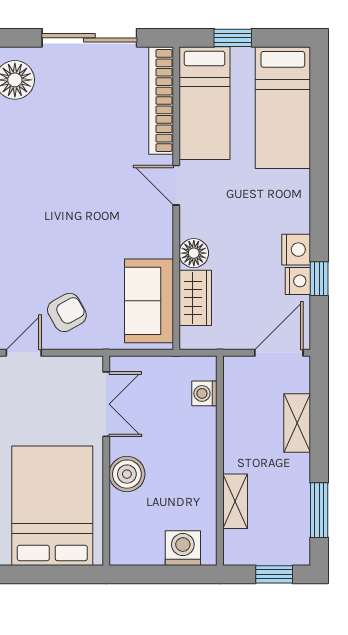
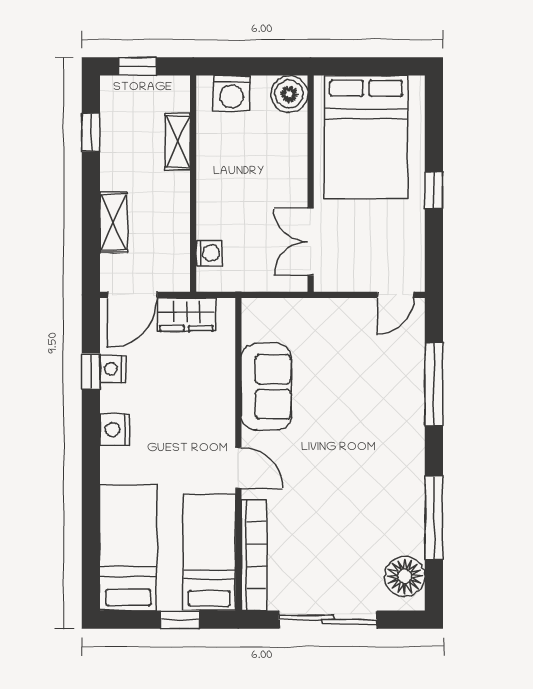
nightstand: (296, 250) -> (115, 430), moved
floor lamp: (194, 253) -> (220, 398), removed
wardrobe: (195, 298) -> (186, 315), moved, turned -90
sofa: (149, 301) -> (266, 387), moved
armchair: (67, 312) -> (351, 336), removed
boiler: (127, 474) -> (289, 94), moved
window: (319, 510) -> (91, 132), width x0.67

